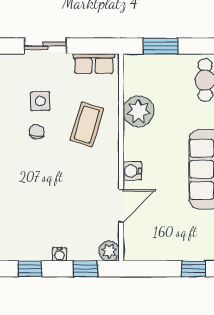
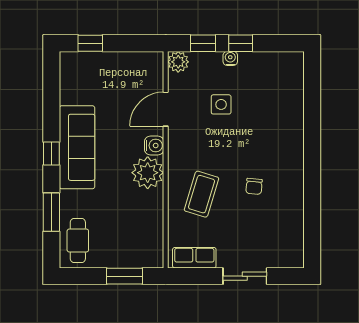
side table: (40, 101) -> (221, 104), moved
plant: (138, 111) -> (148, 173), moved
window: (30, 269) -> (241, 43), moved

